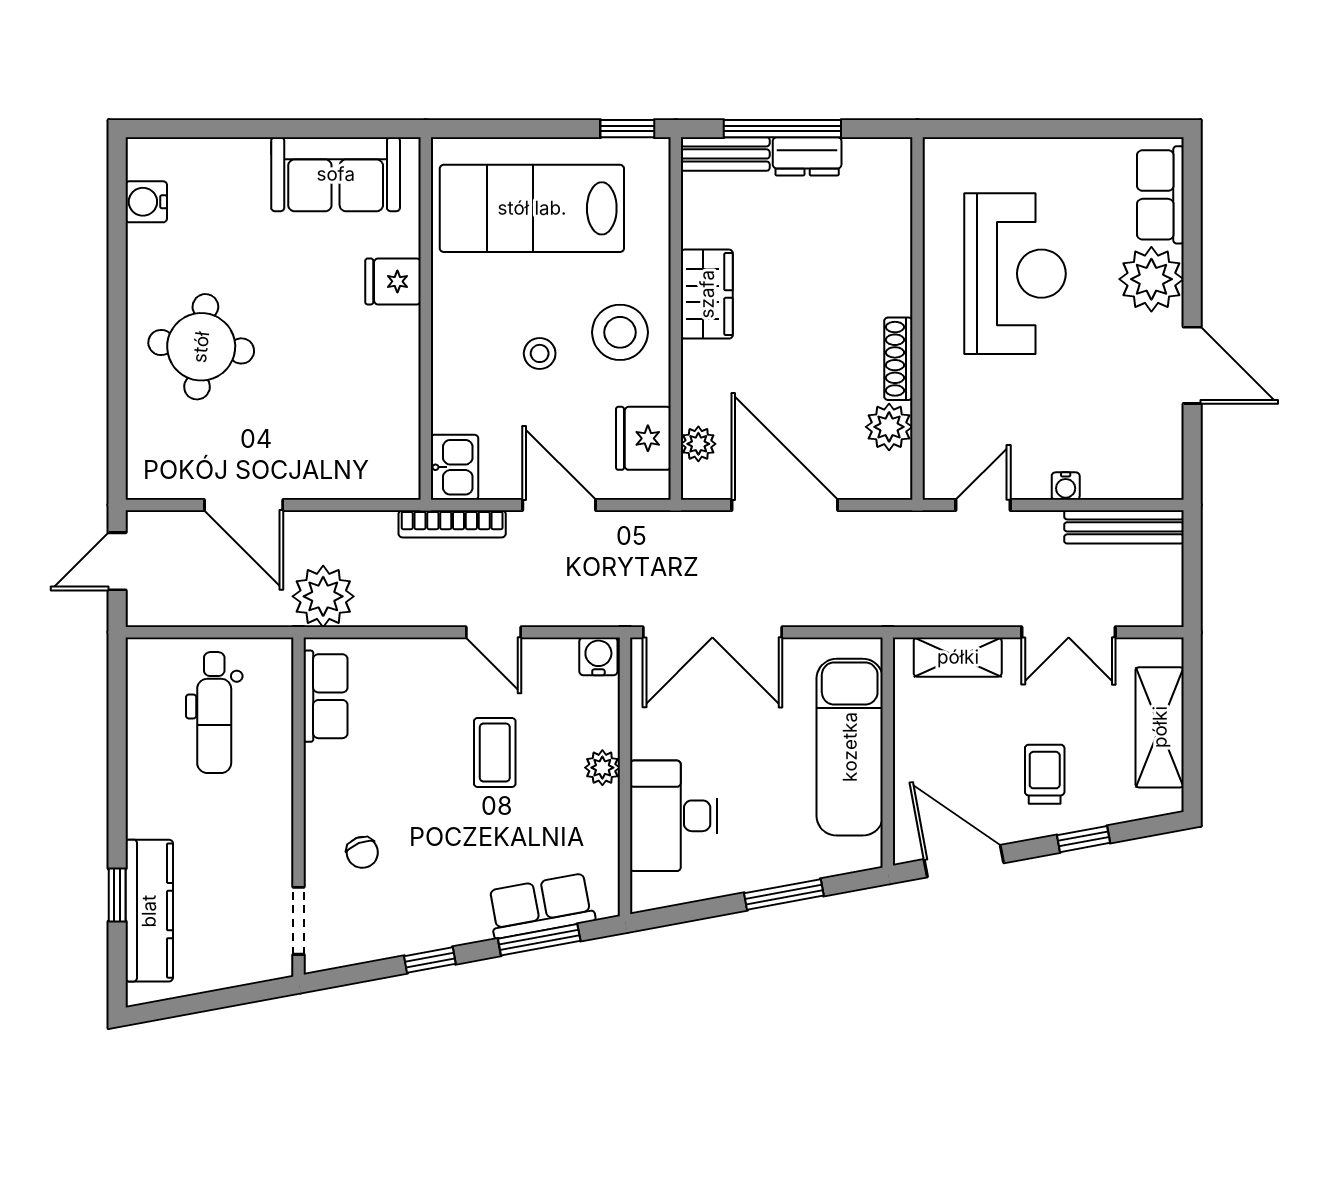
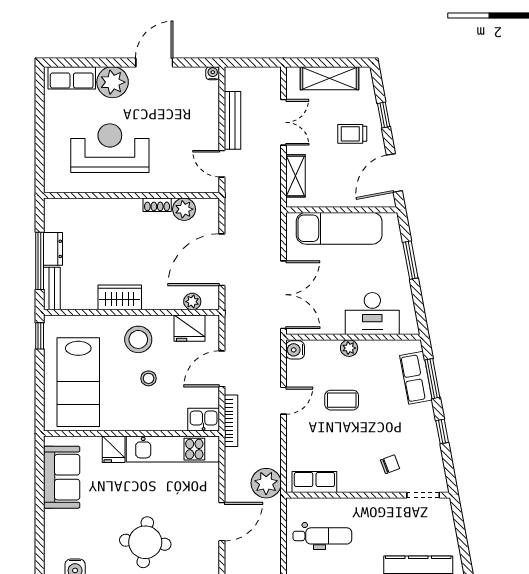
shoe rack: (898, 359) -> (157, 205), width x0.70
kitchen unit: (394, 404) -> (173, 449), added
water cooler: (1066, 486) -> (213, 73), moved, turned -90
bench: (1124, 527) -> (232, 120), moved

